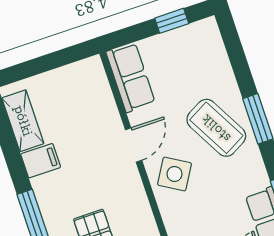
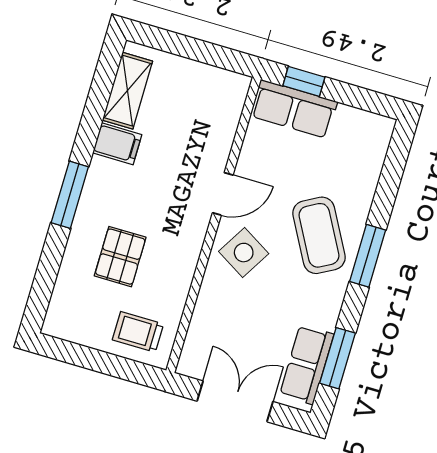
window: (172, 21) -> (304, 81), moved
row of seats: (131, 77) -> (294, 109), moved, turned 90

